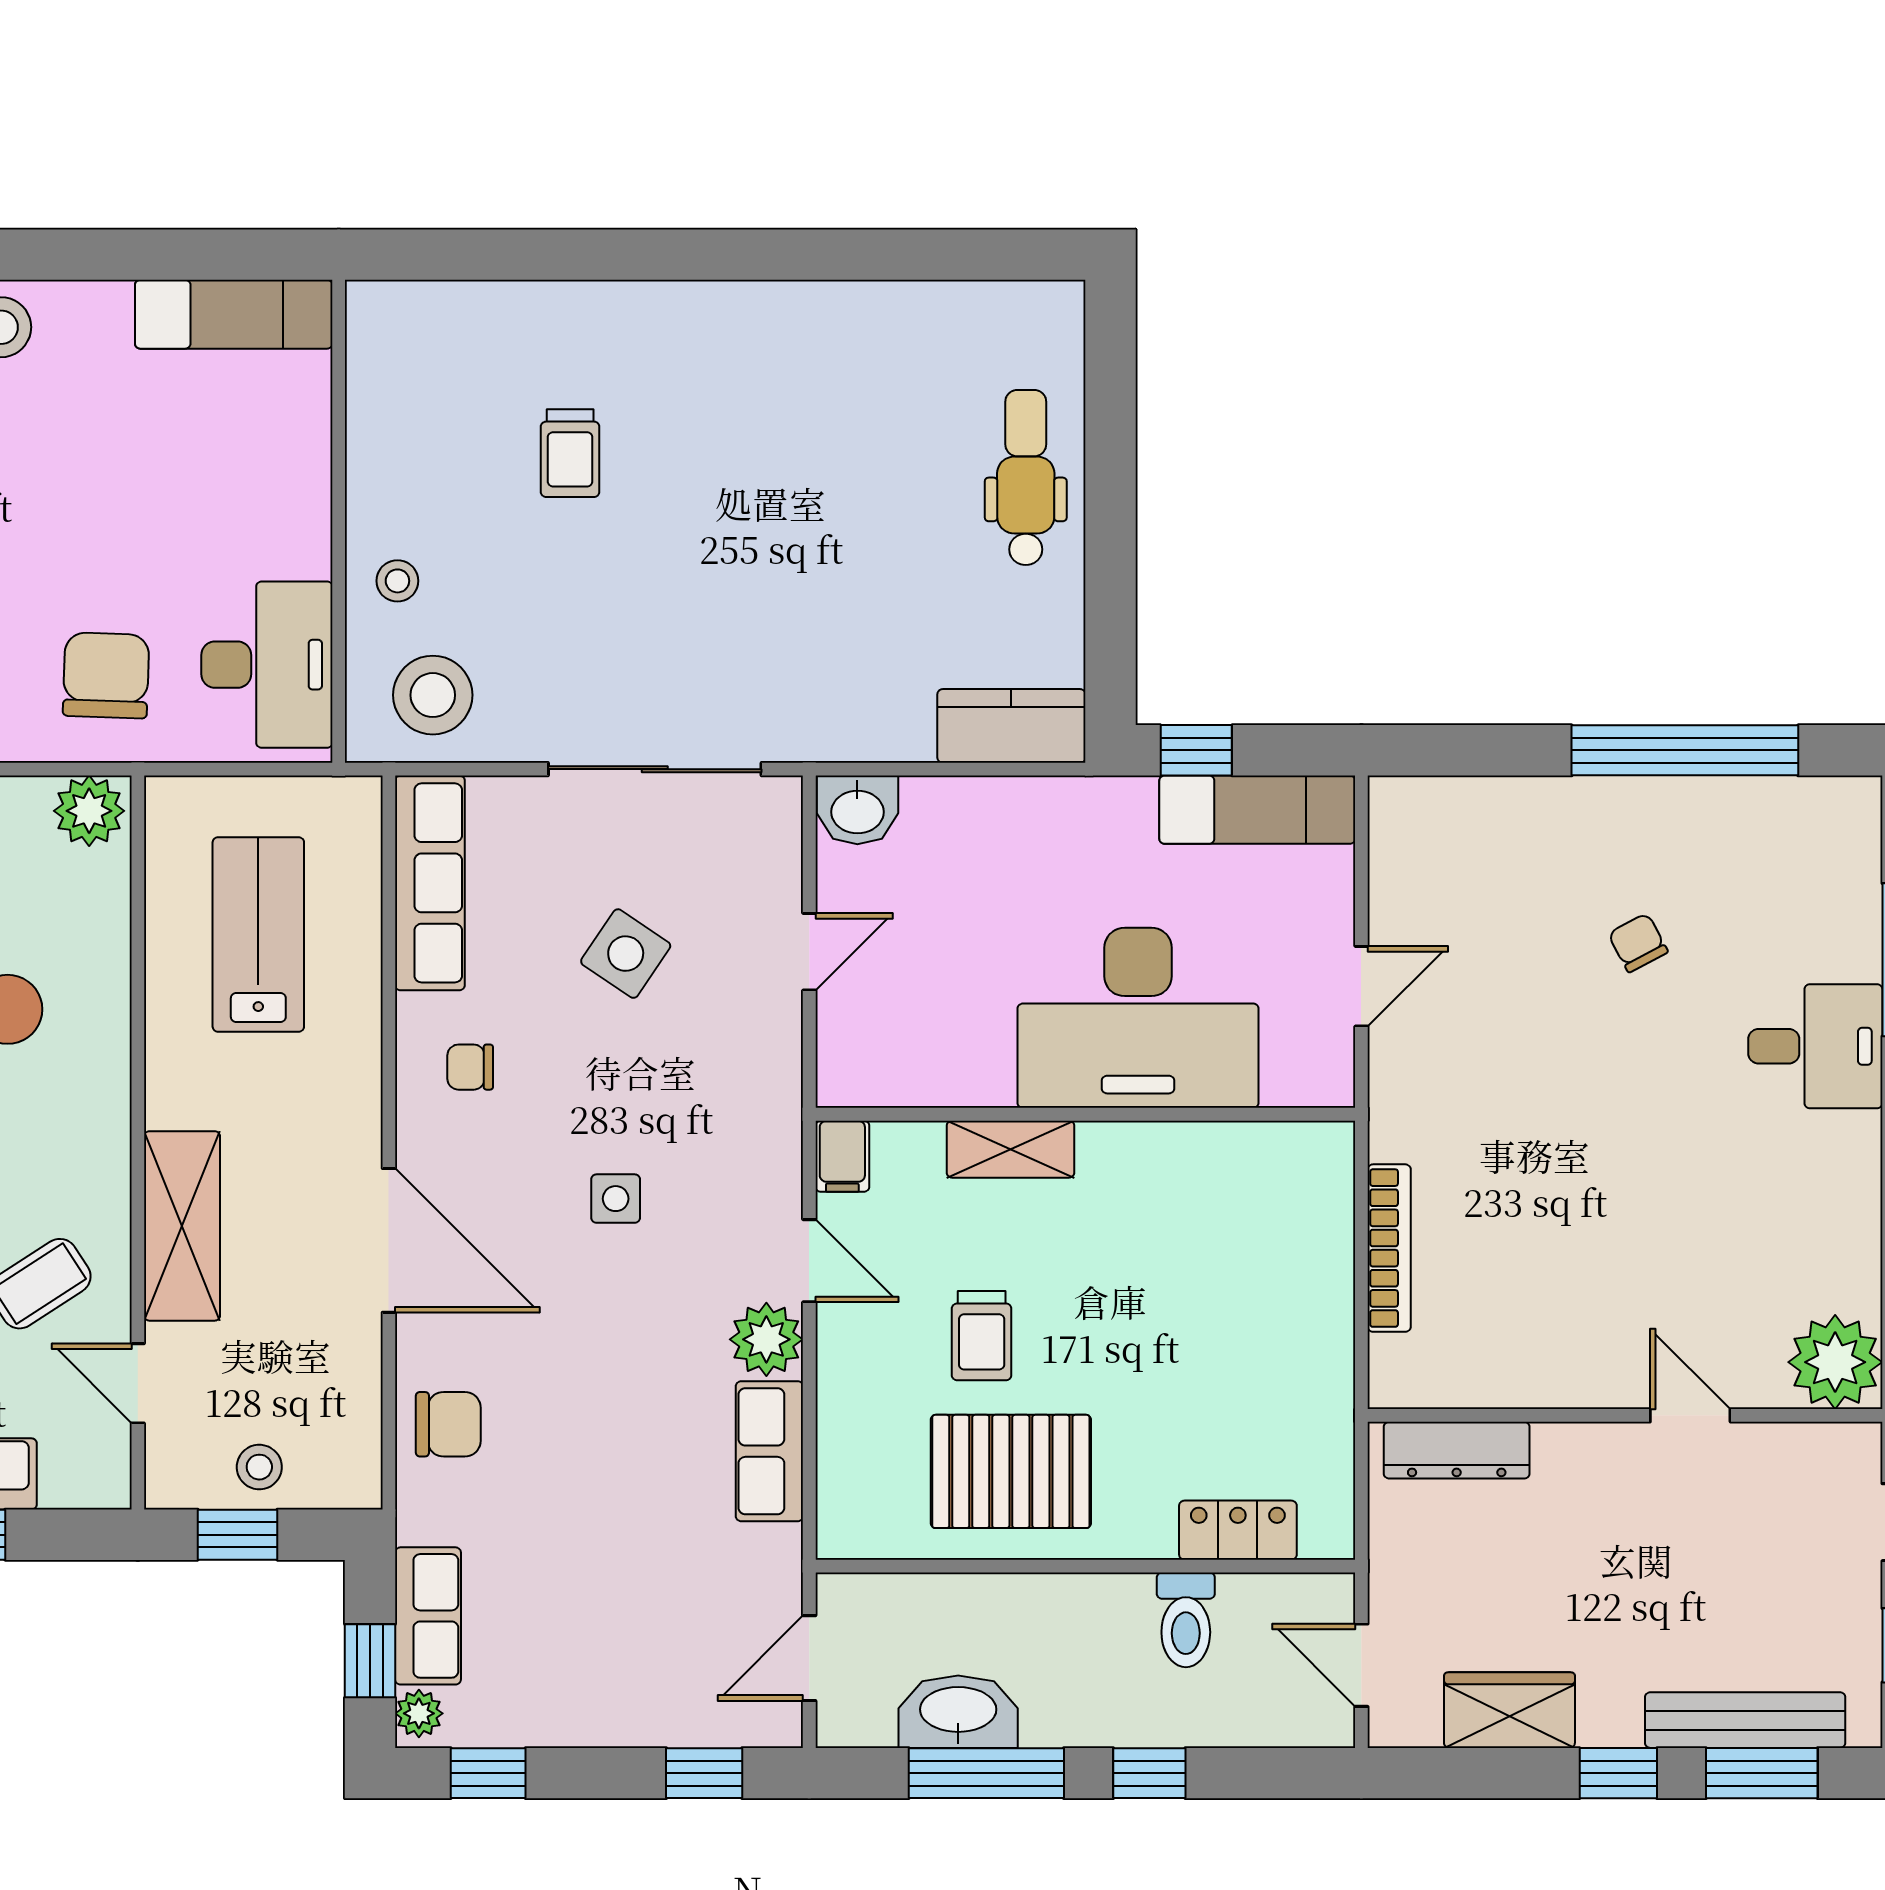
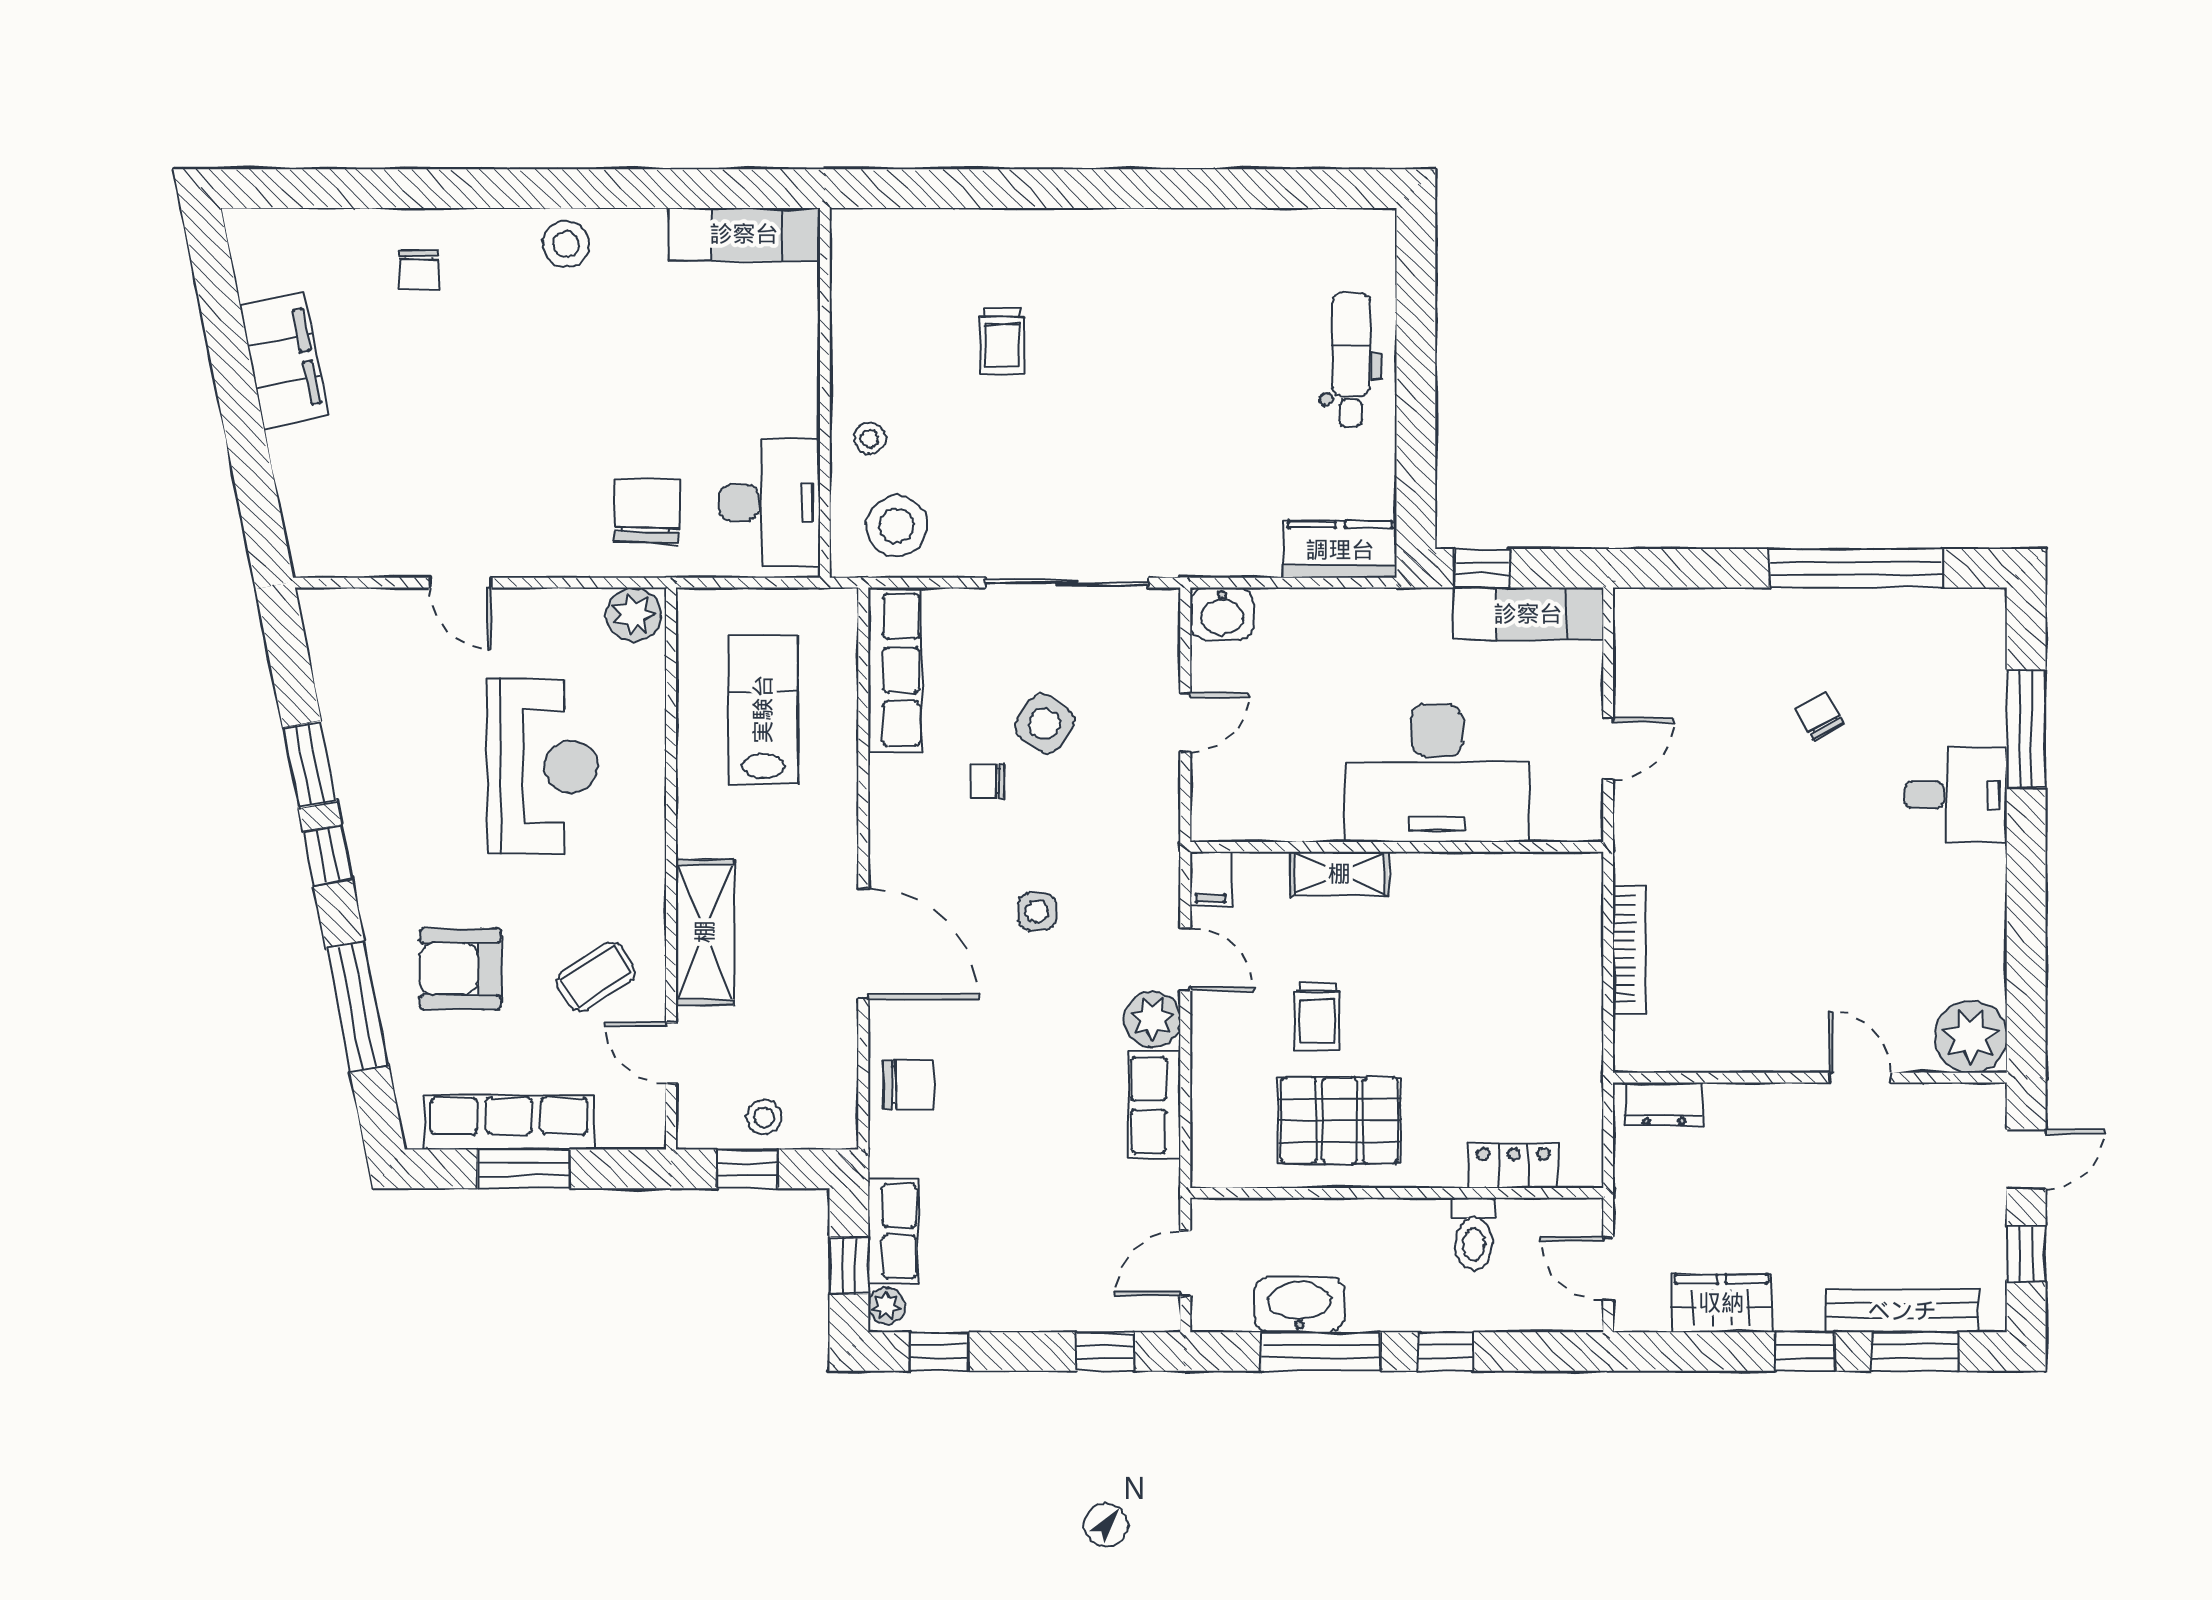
chair: (470, 1067) -> (987, 781), moved
dresser: (1457, 1450) -> (1664, 1104), width x0.70

